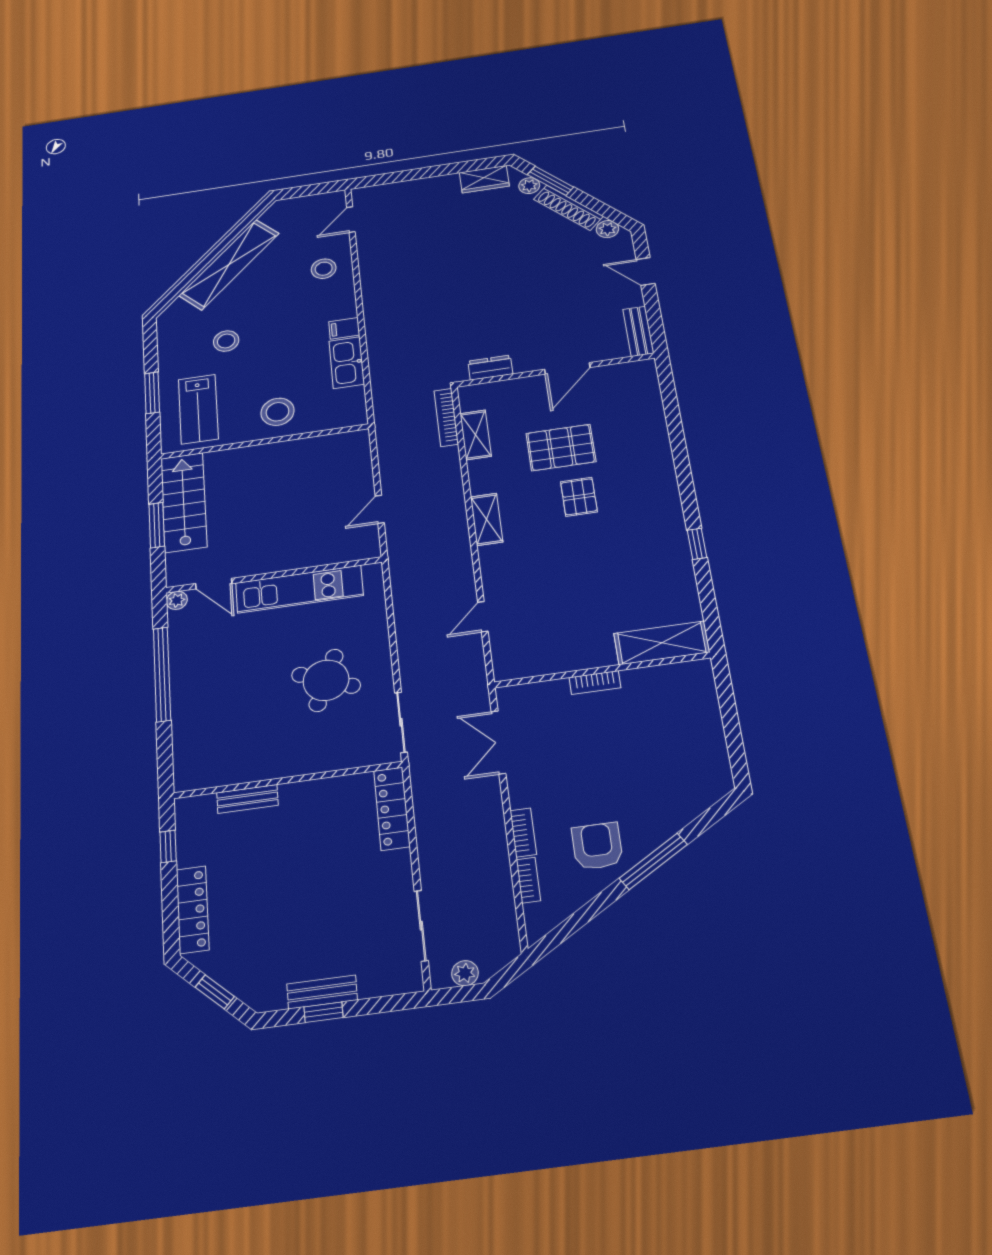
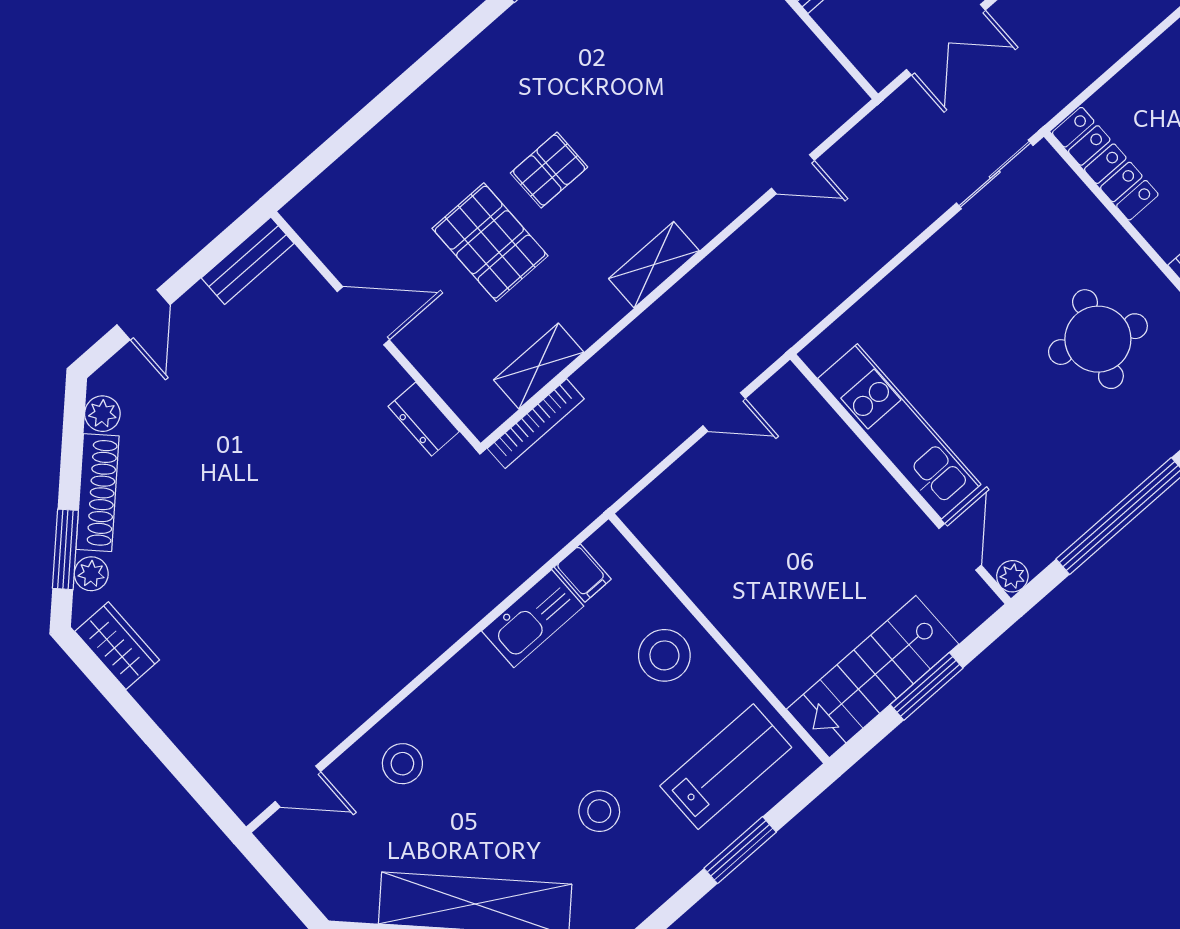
filing cabinet: (344, 328) -> (583, 573), moved
round table: (326, 680) -> (1098, 339), moved
locker: (392, 808) -> (1105, 164), moved, turned -90

